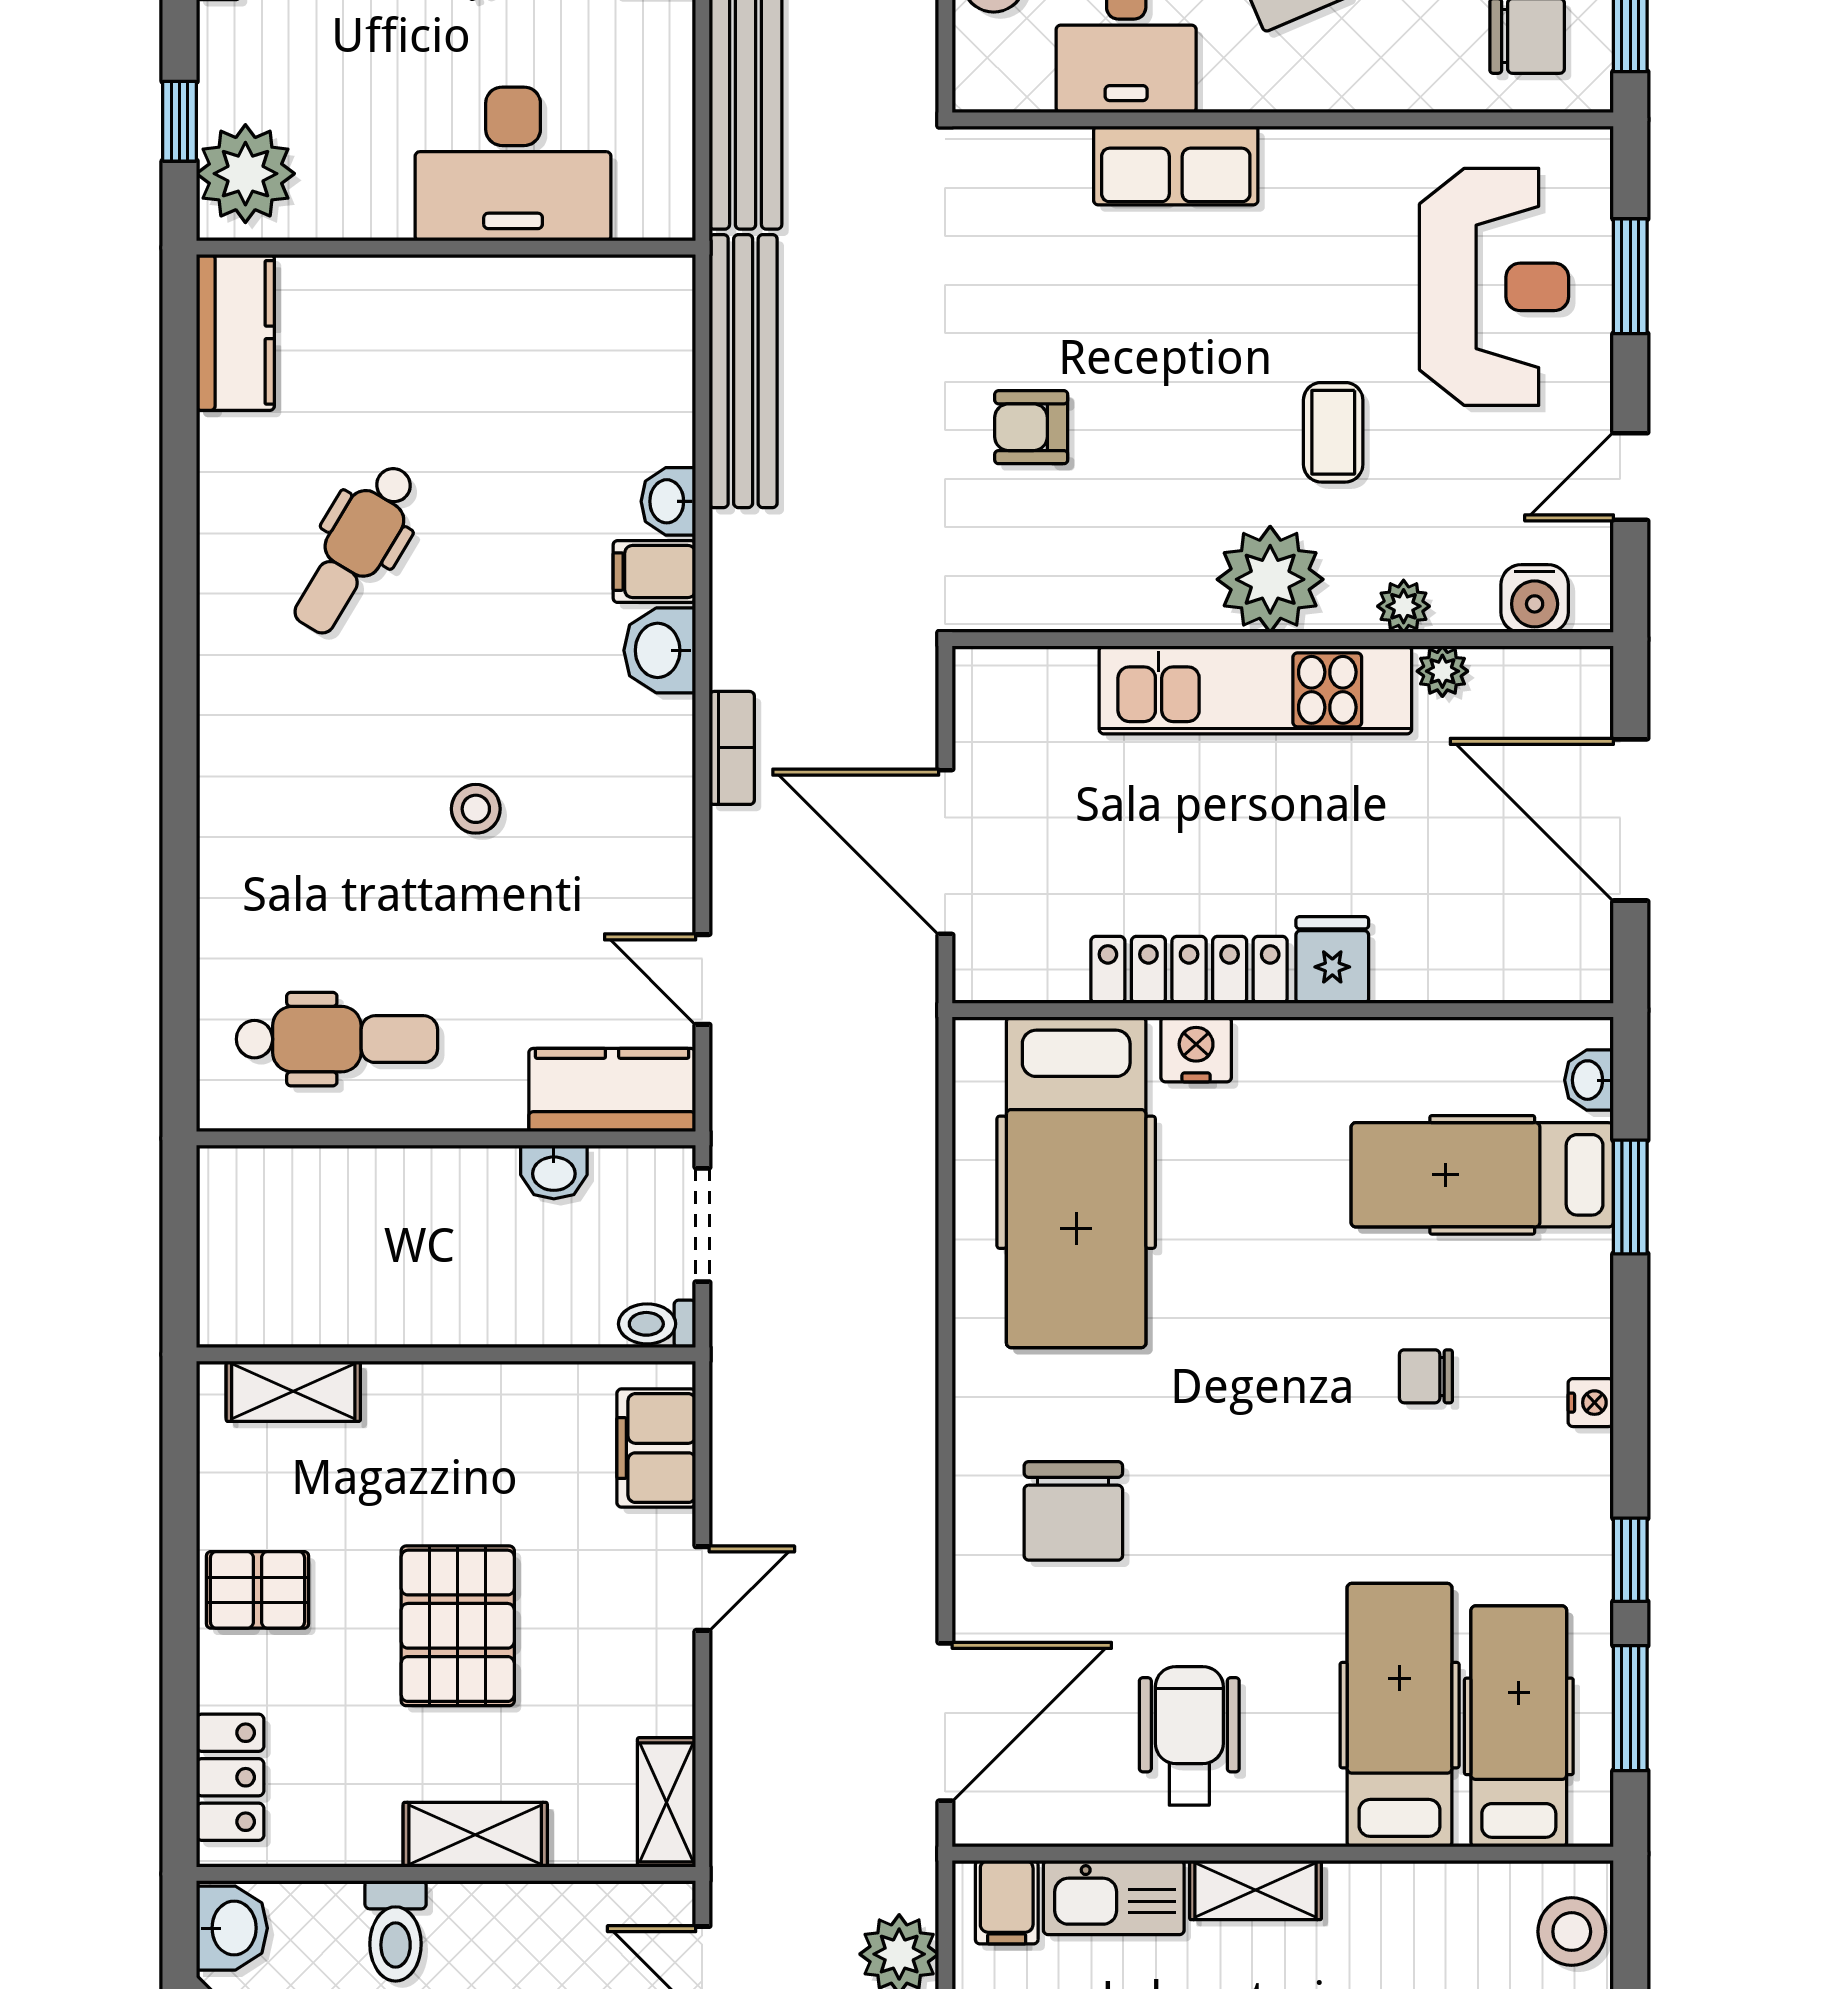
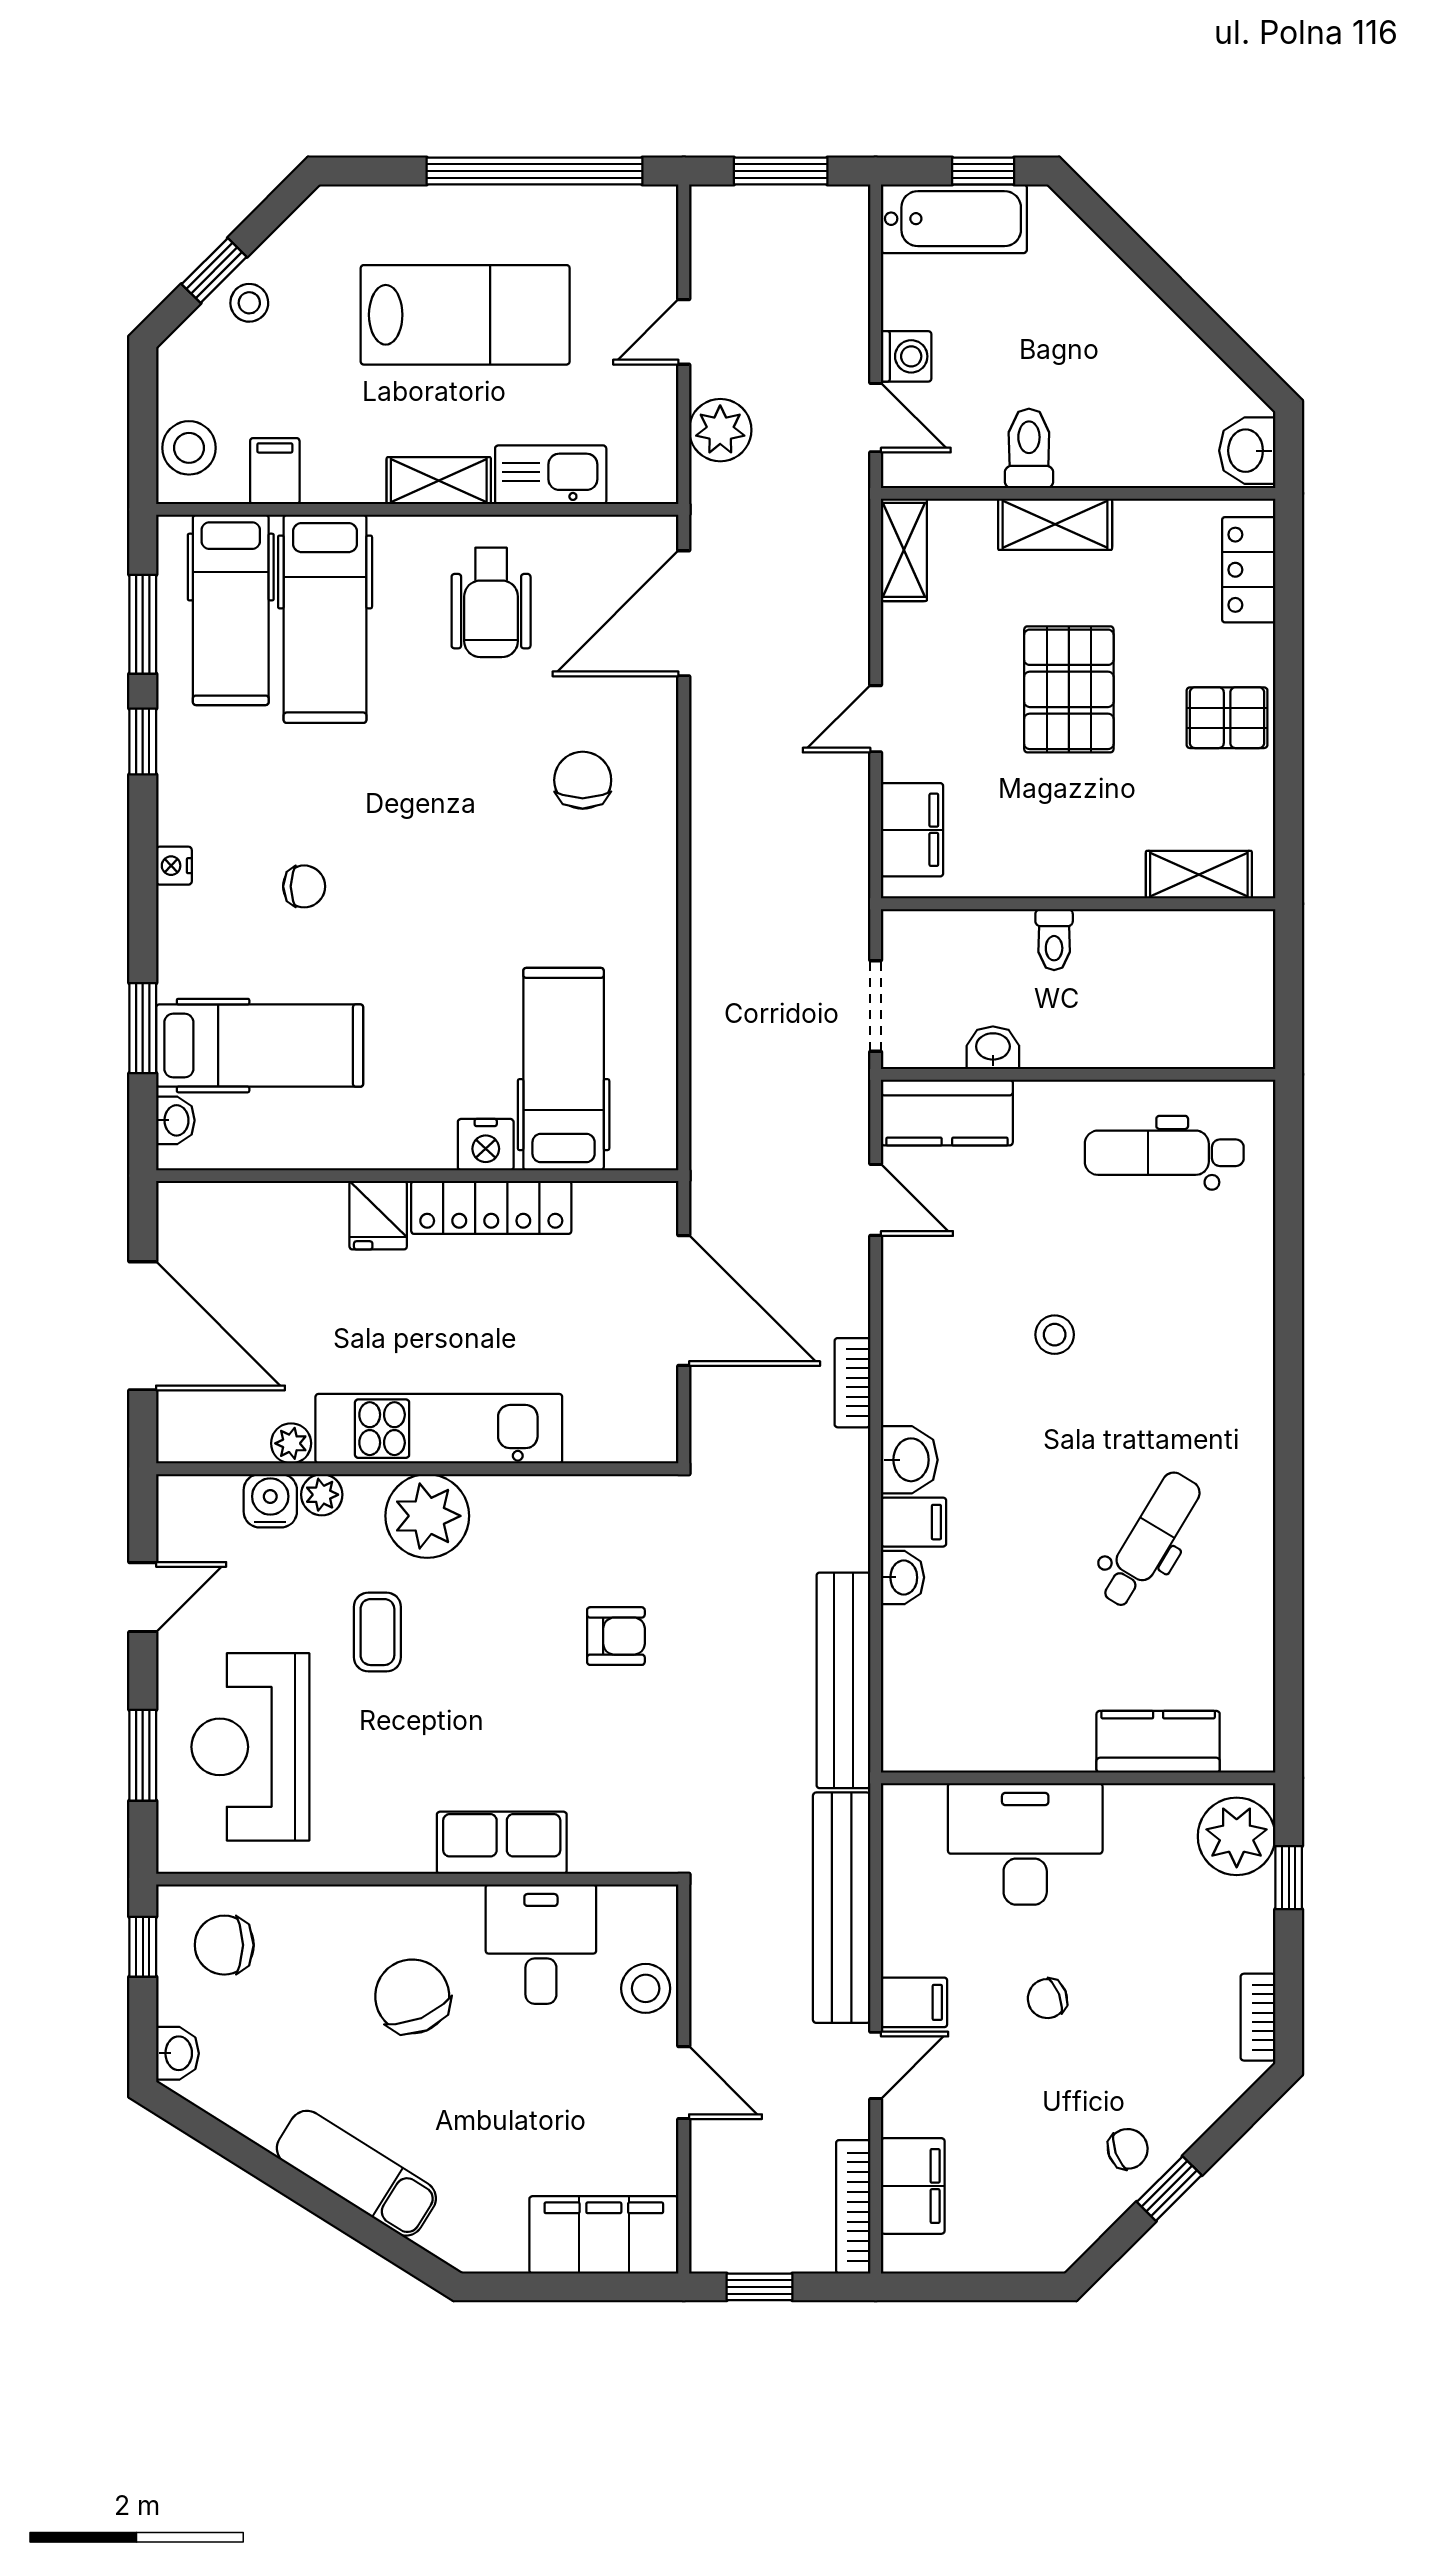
kitchen counter: (235, 332) -> (1158, 1742), moved, turned 90
water cooler: (1535, 598) -> (270, 1501), moved
hospital bed: (1076, 1182) -> (564, 1069), width x0.73, depth x0.78
toilet: (657, 1324) -> (1054, 940), moved, turned 90
chair: (1073, 1511) -> (583, 780), width x0.73, depth x0.73
filing cabinet: (1007, 1902) -> (275, 471), moved
toilet: (396, 1931) -> (1029, 448), moved

